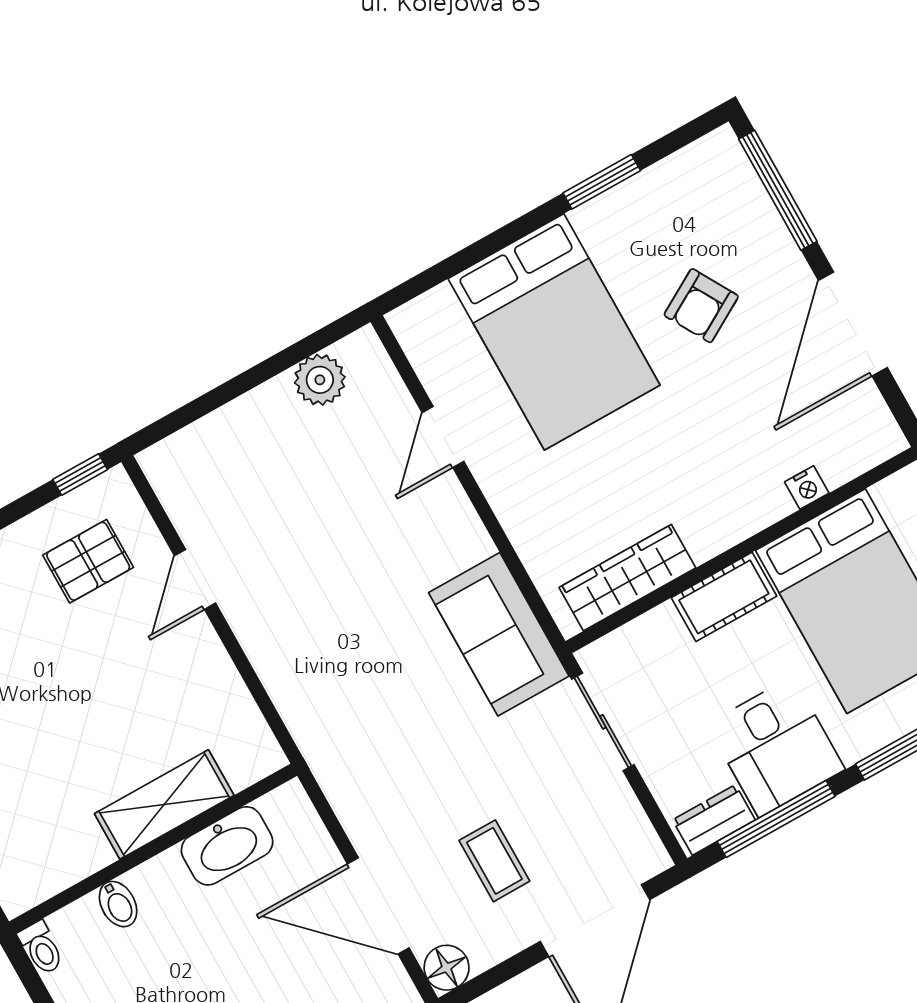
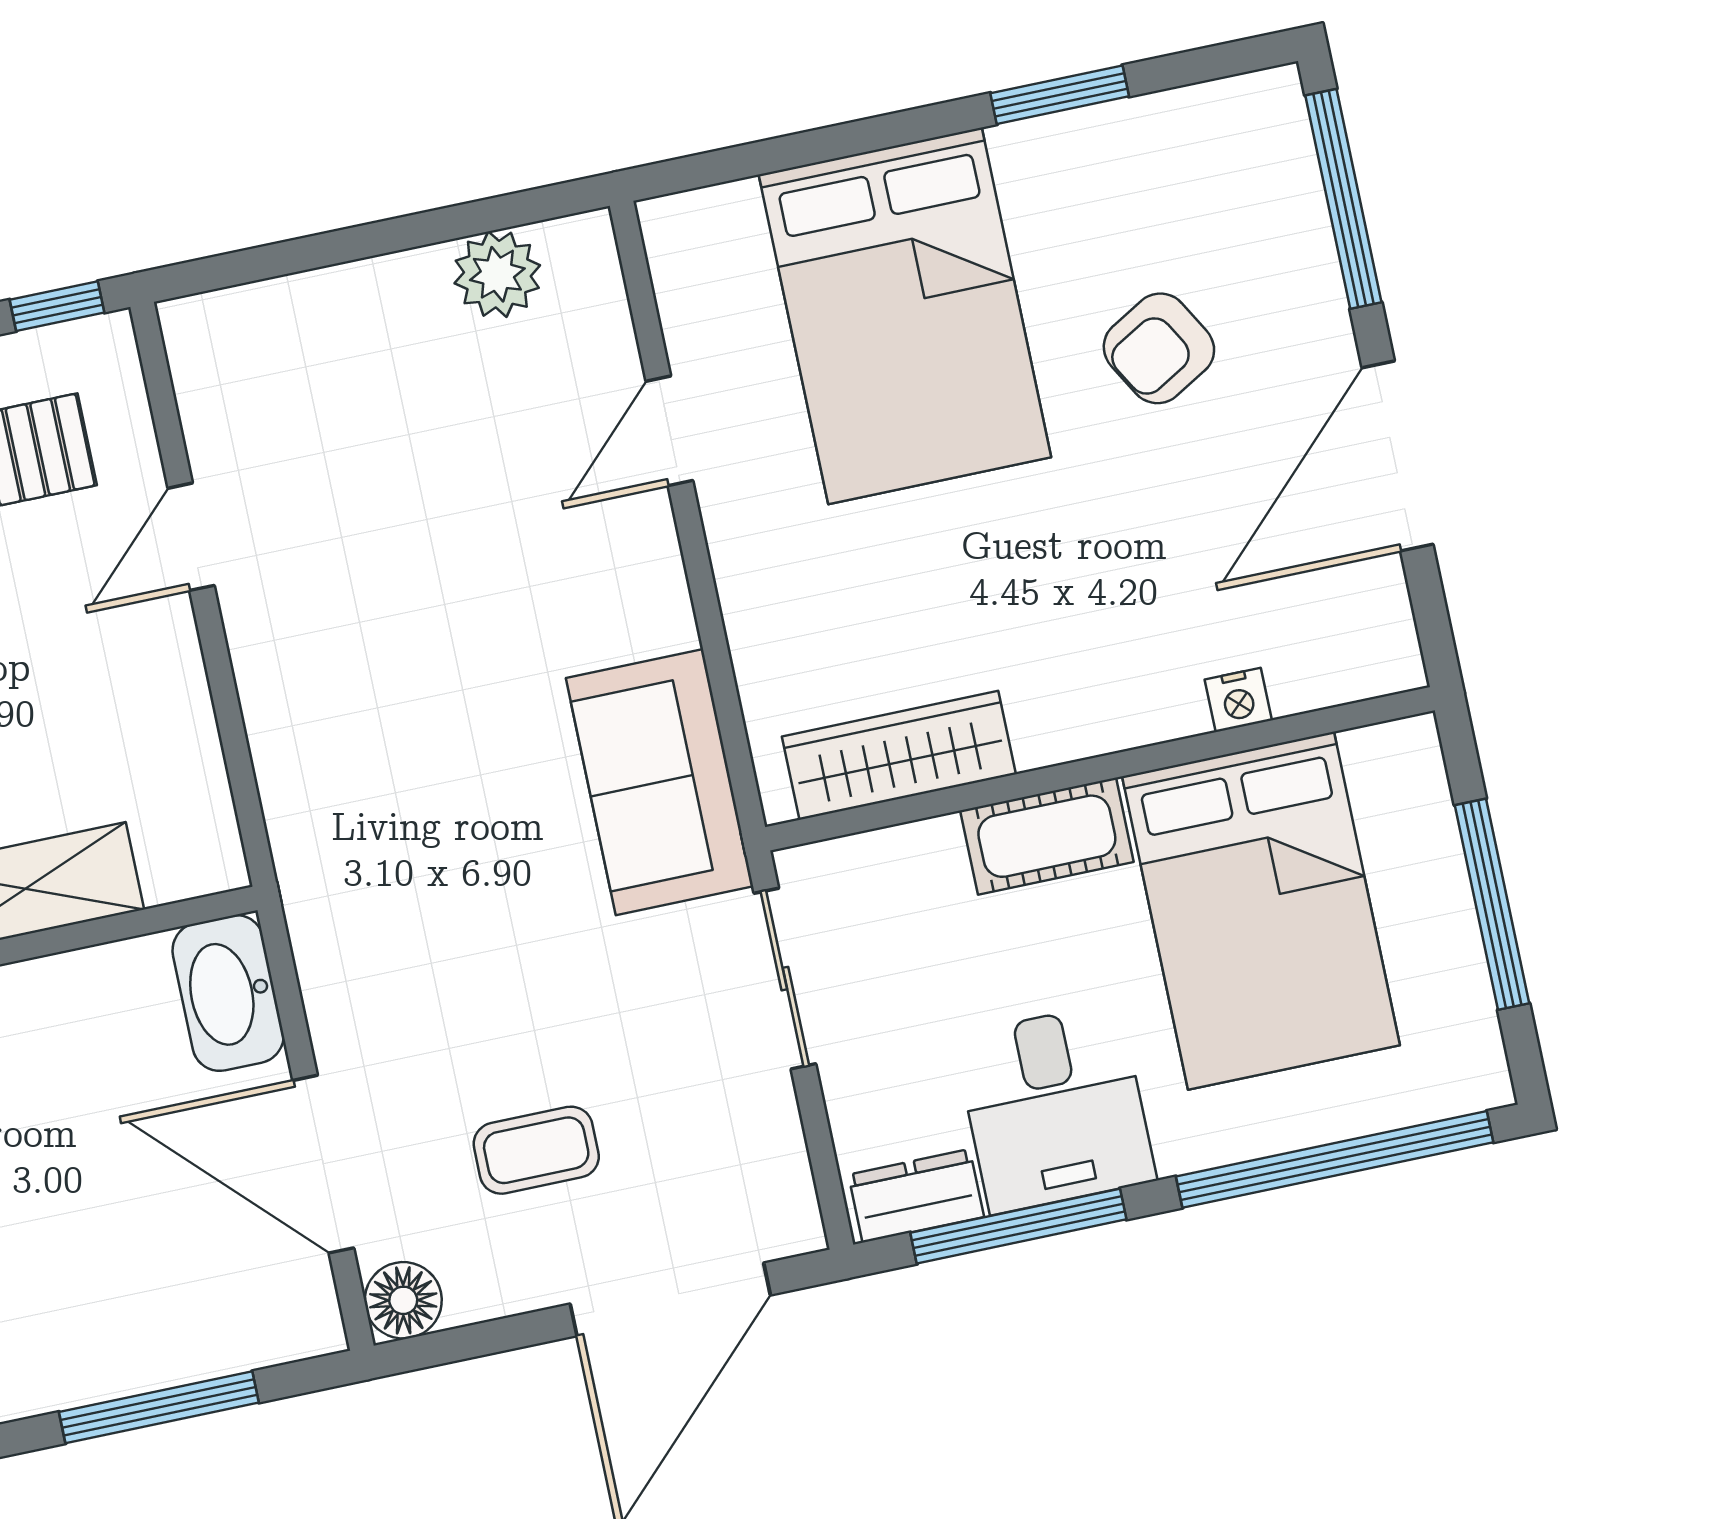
washbasin: (227, 846) -> (228, 993), moved, turned 90
coffee table: (494, 861) -> (536, 1150), turned 90

